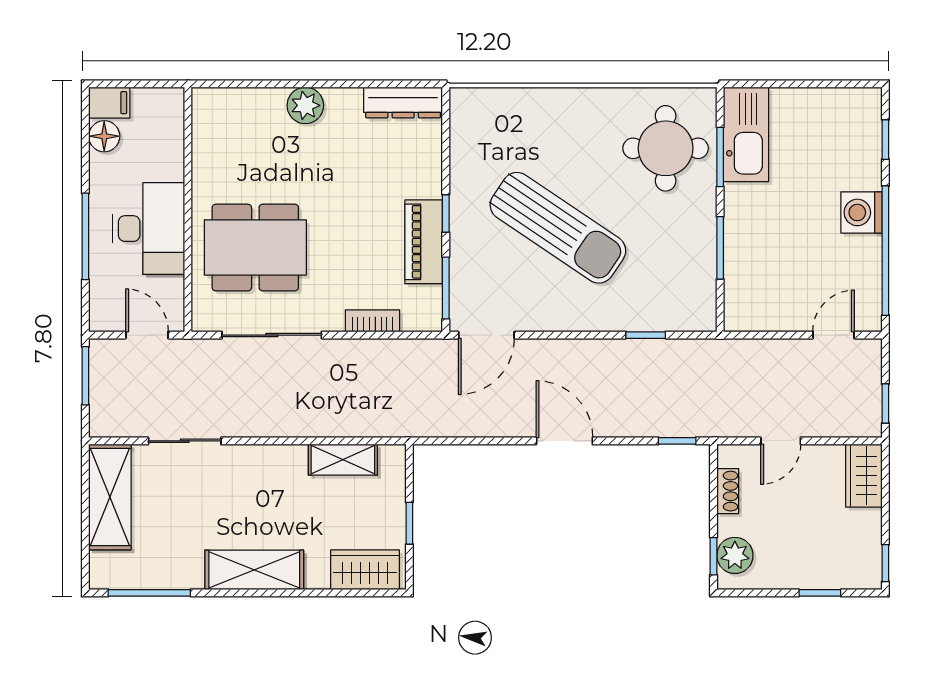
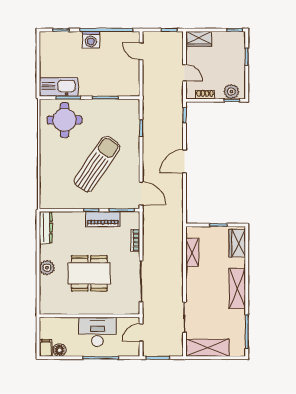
dining table: (255, 248) -> (89, 273), moved, turned 90

